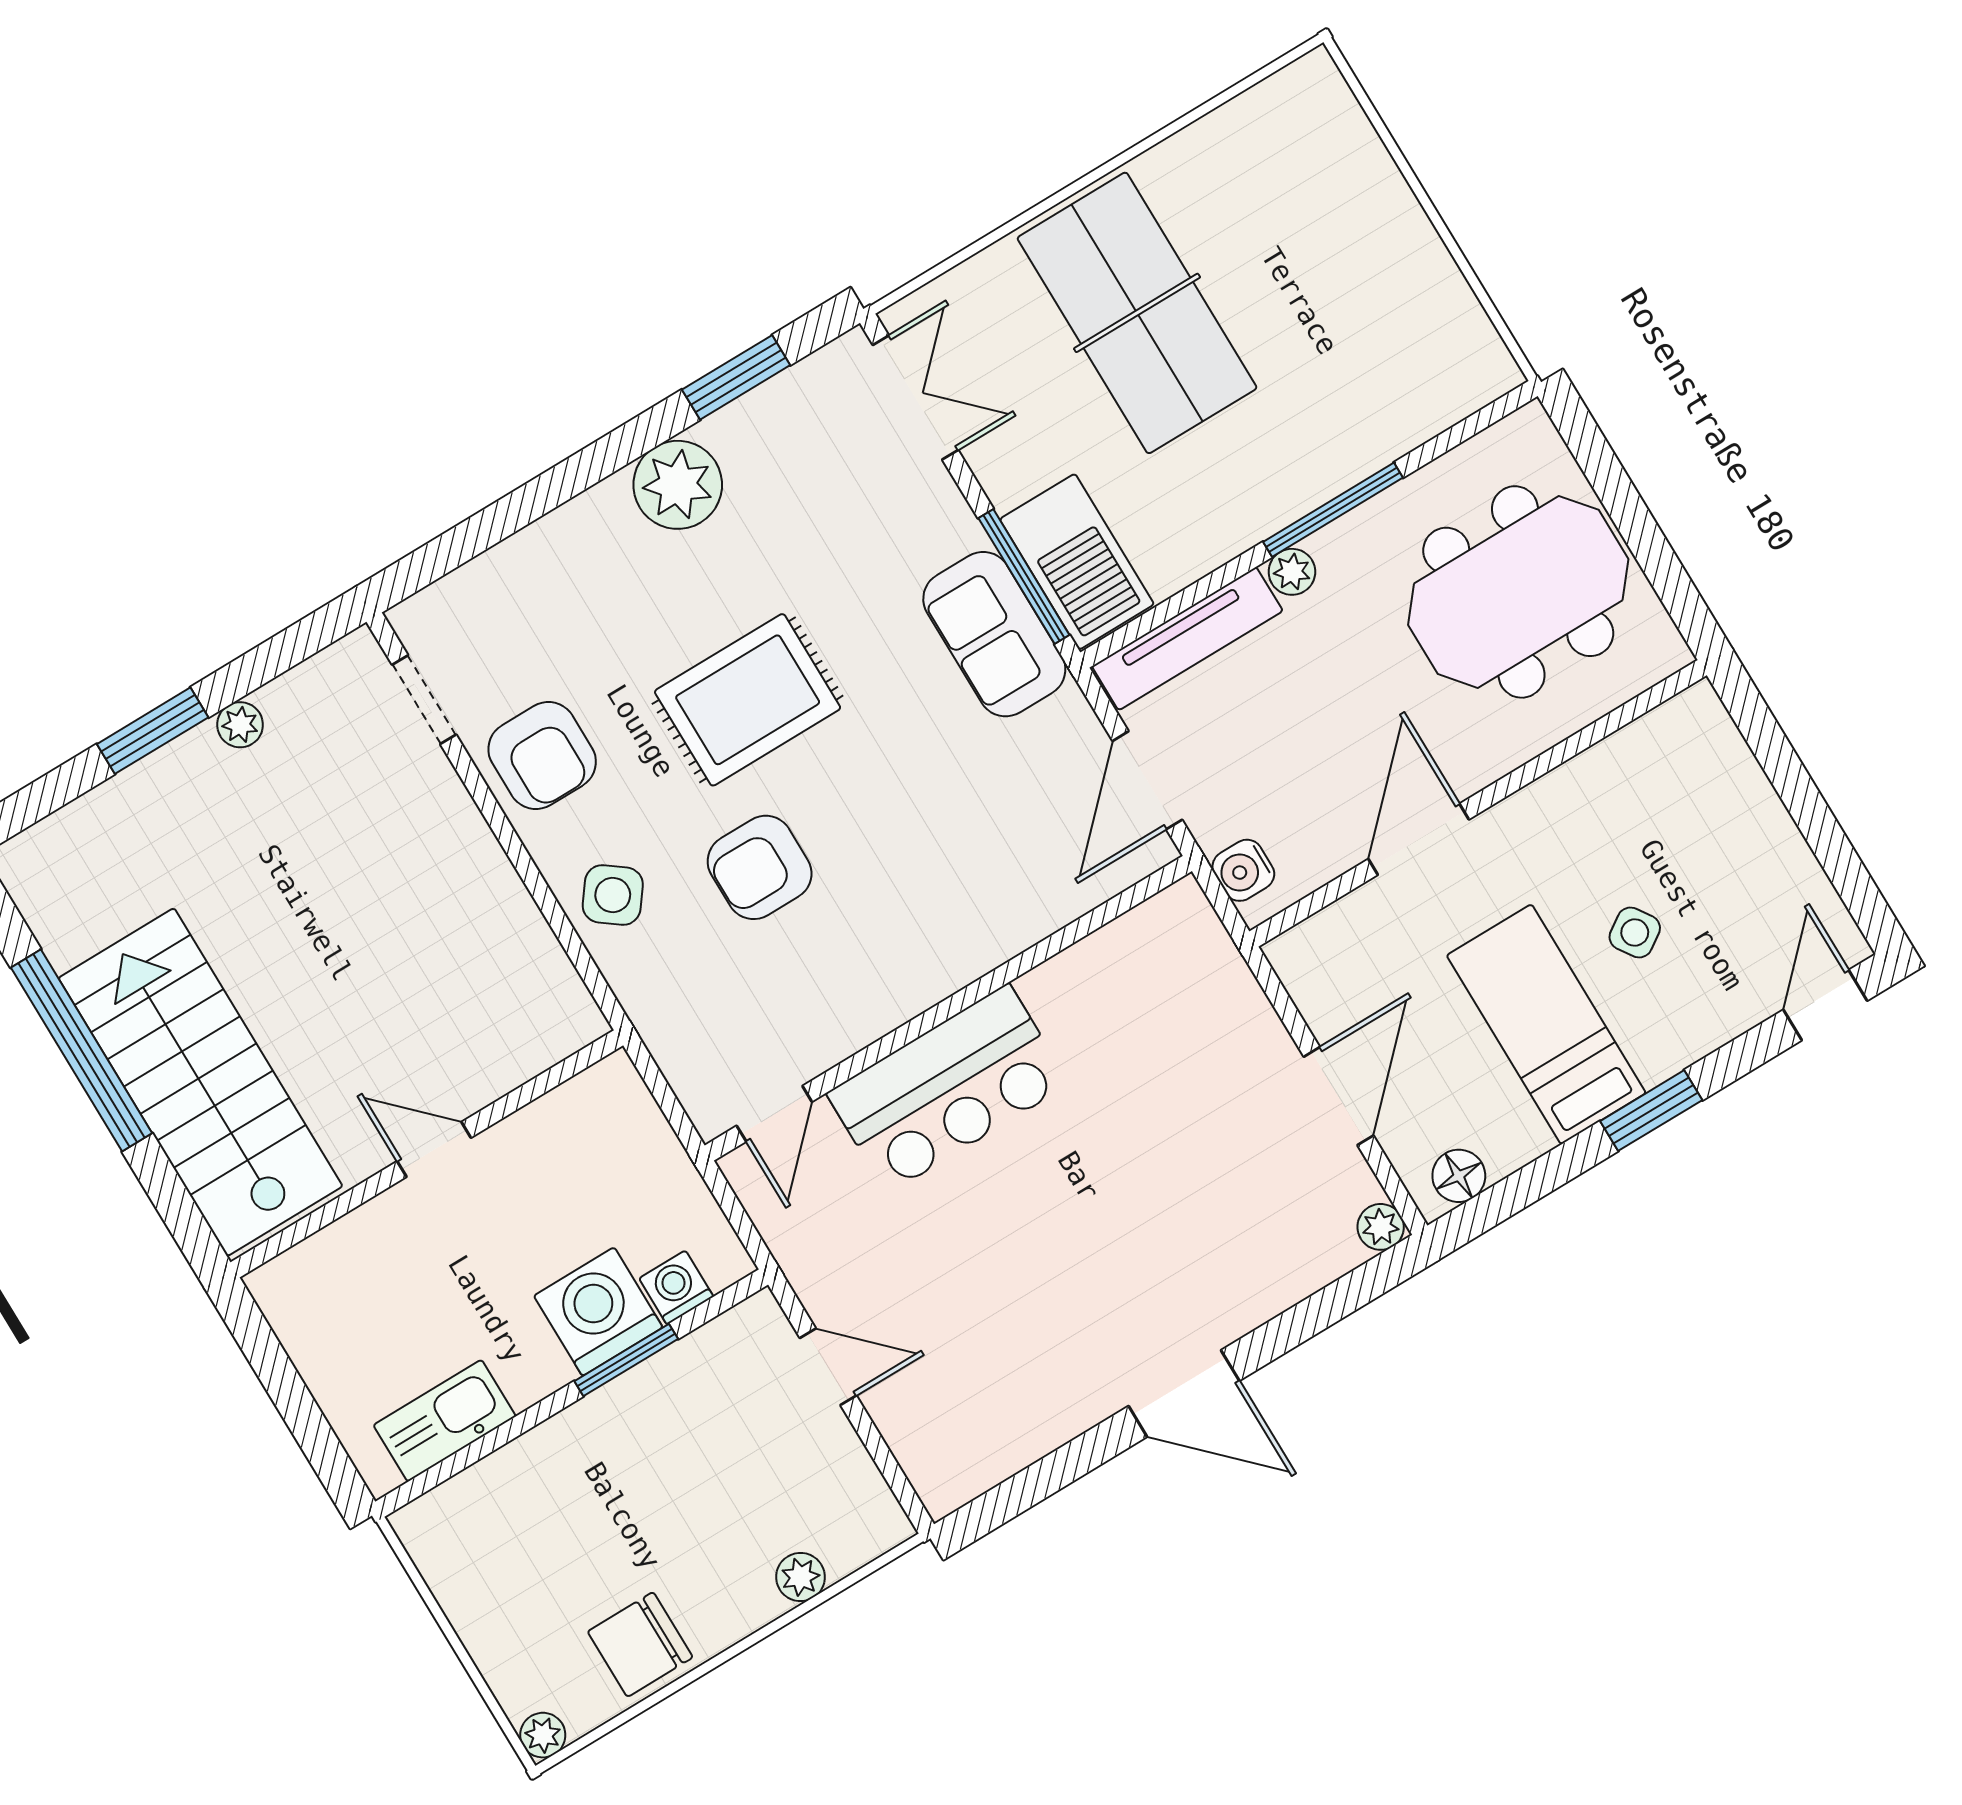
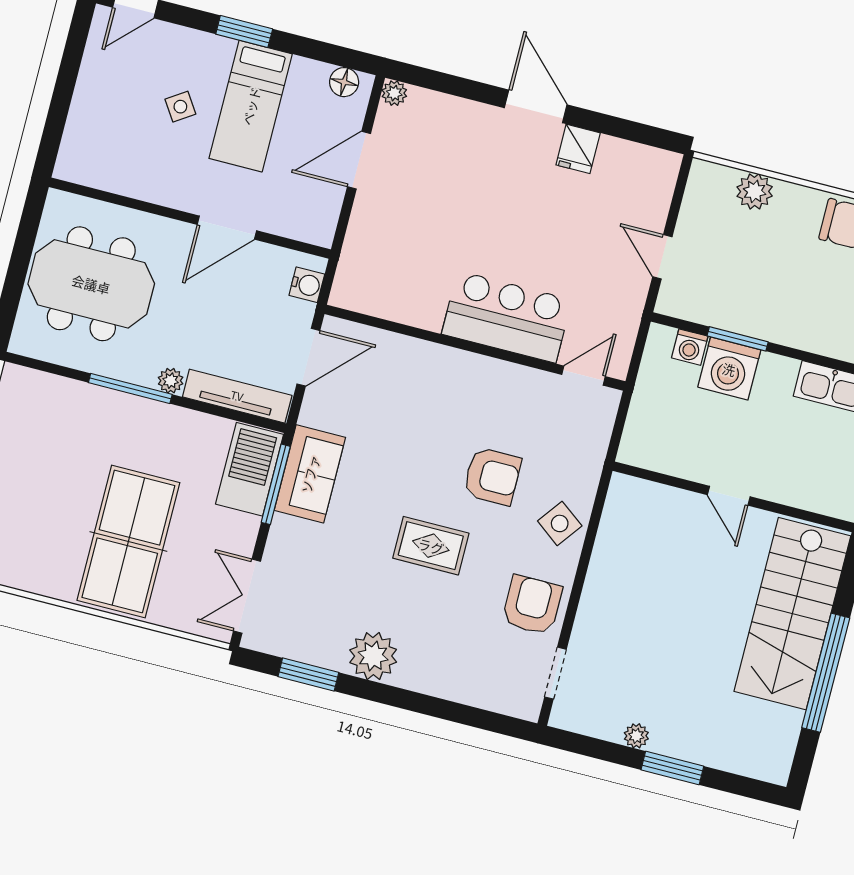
rug: (748, 700) -> (431, 546), width x0.73, depth x0.70
fridge: (1075, 1394) -> (578, 149), added
plant: (800, 1577) -> (755, 191), width x1.38, depth x1.38

